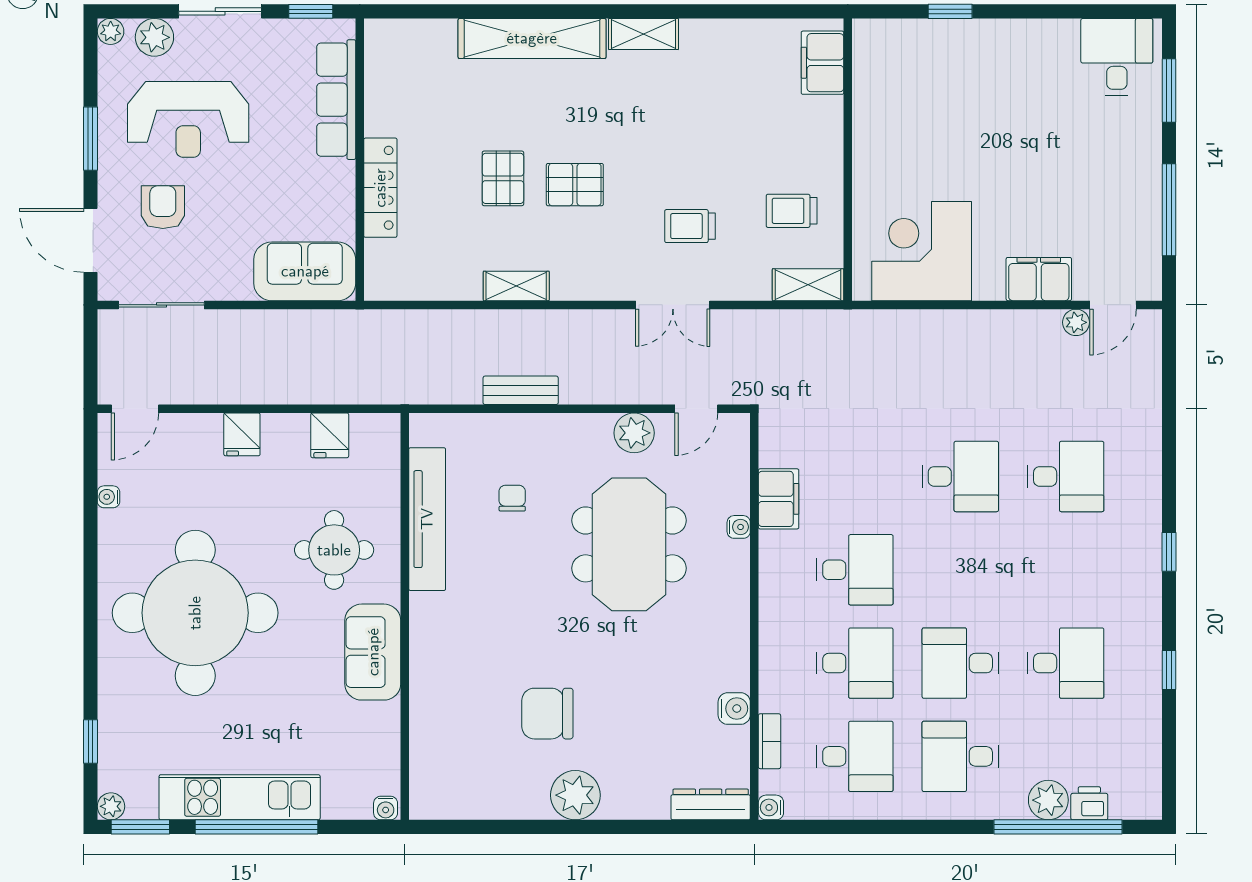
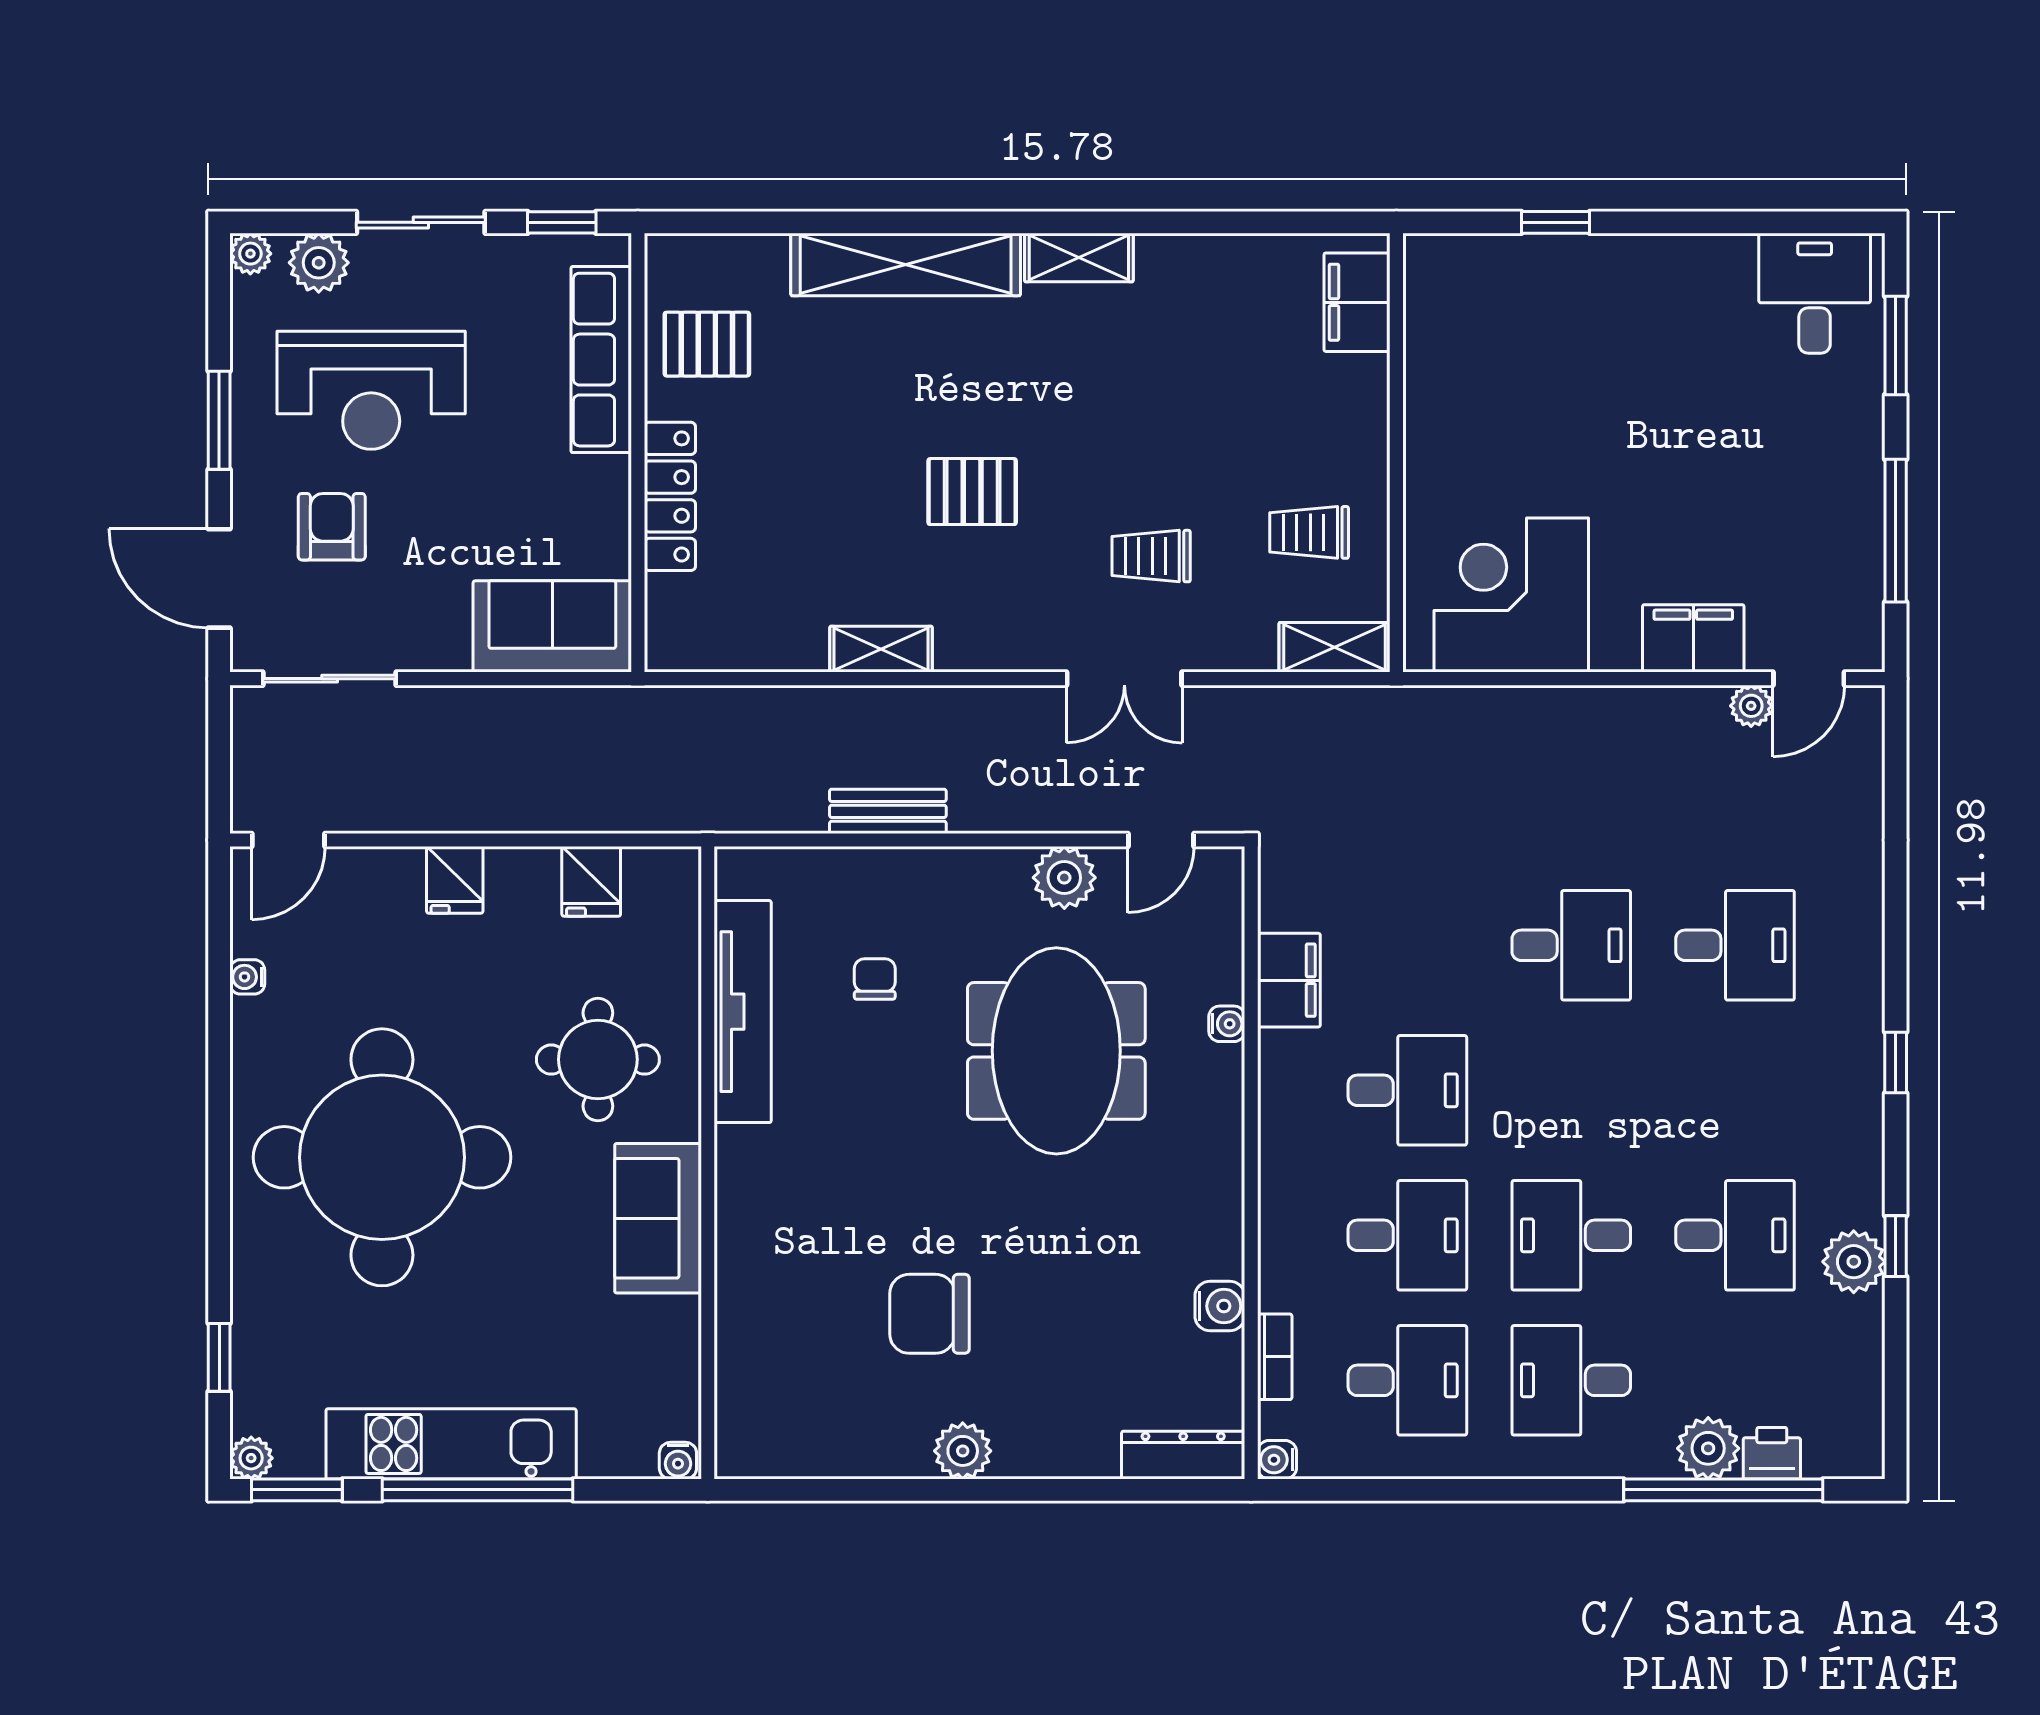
pallet: (503, 178) -> (707, 344), moved, turned 90
plant: (1142, 680) -> (1854, 1262), added
plant: (575, 795) -> (963, 1451), width x0.73, depth x0.73

